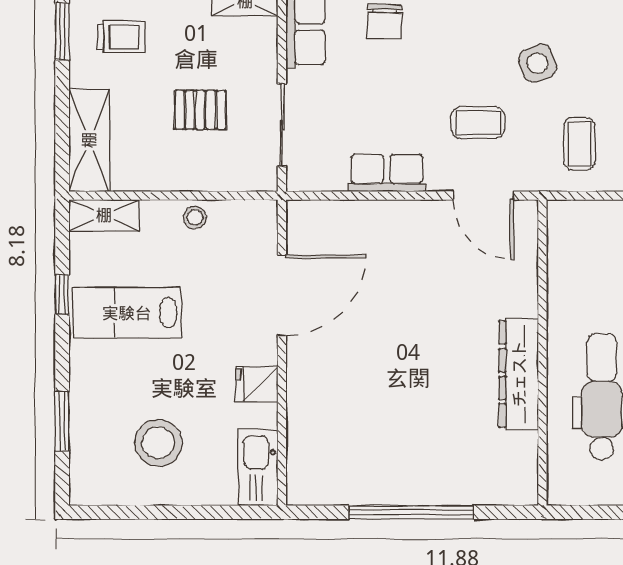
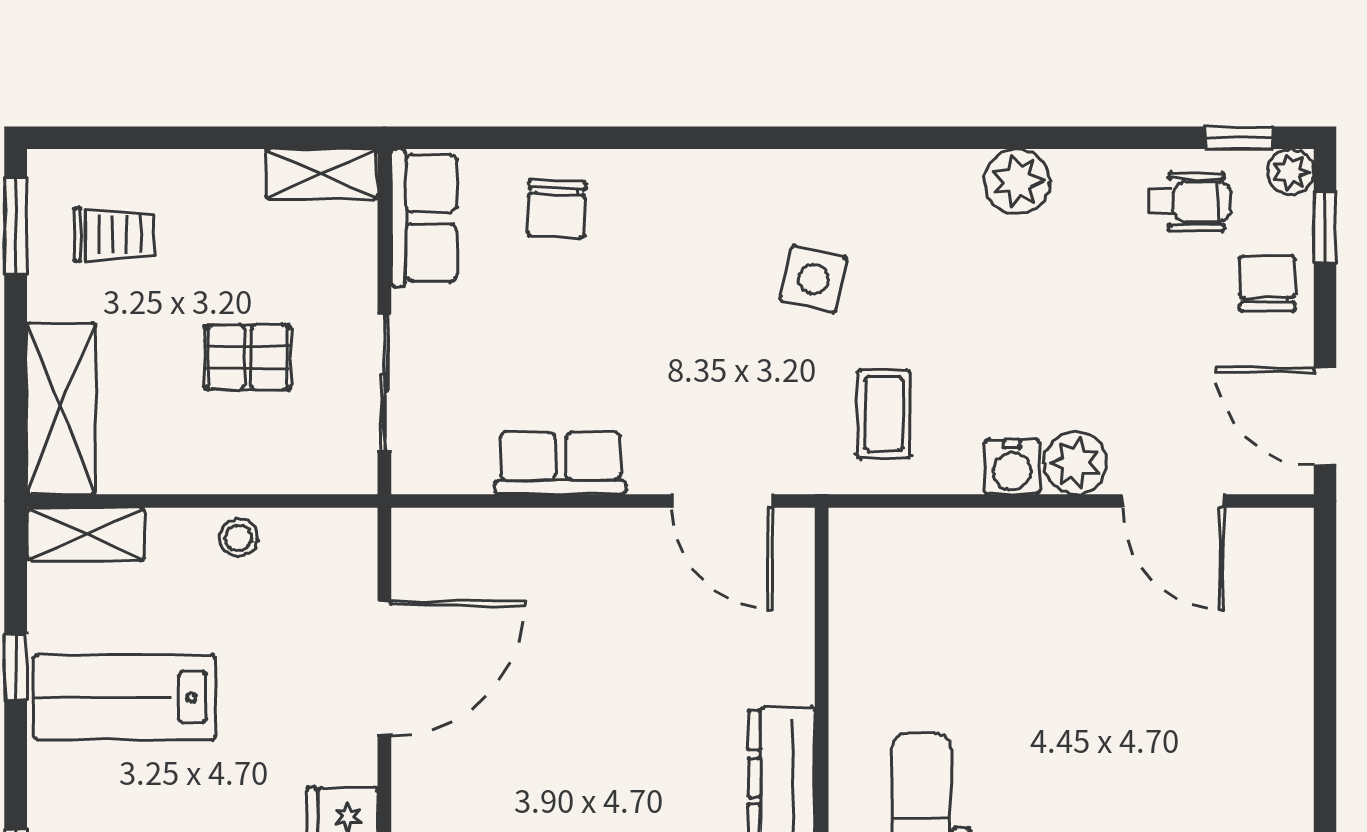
side table: (538, 63) -> (813, 279), turned 33
coffee table: (478, 123) -> (714, 378), removed

